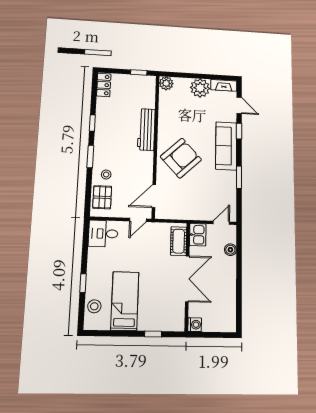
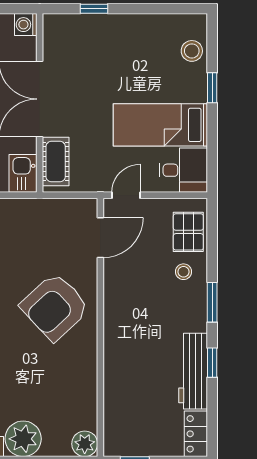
workbench: (146, 130) -> (193, 371), moved, turned 180
bed: (125, 301) -> (160, 125), moved, turned 90

